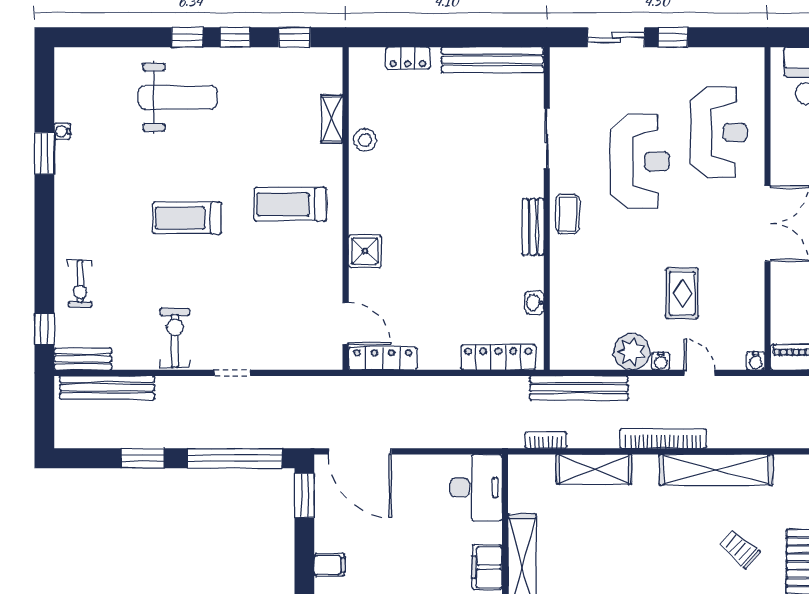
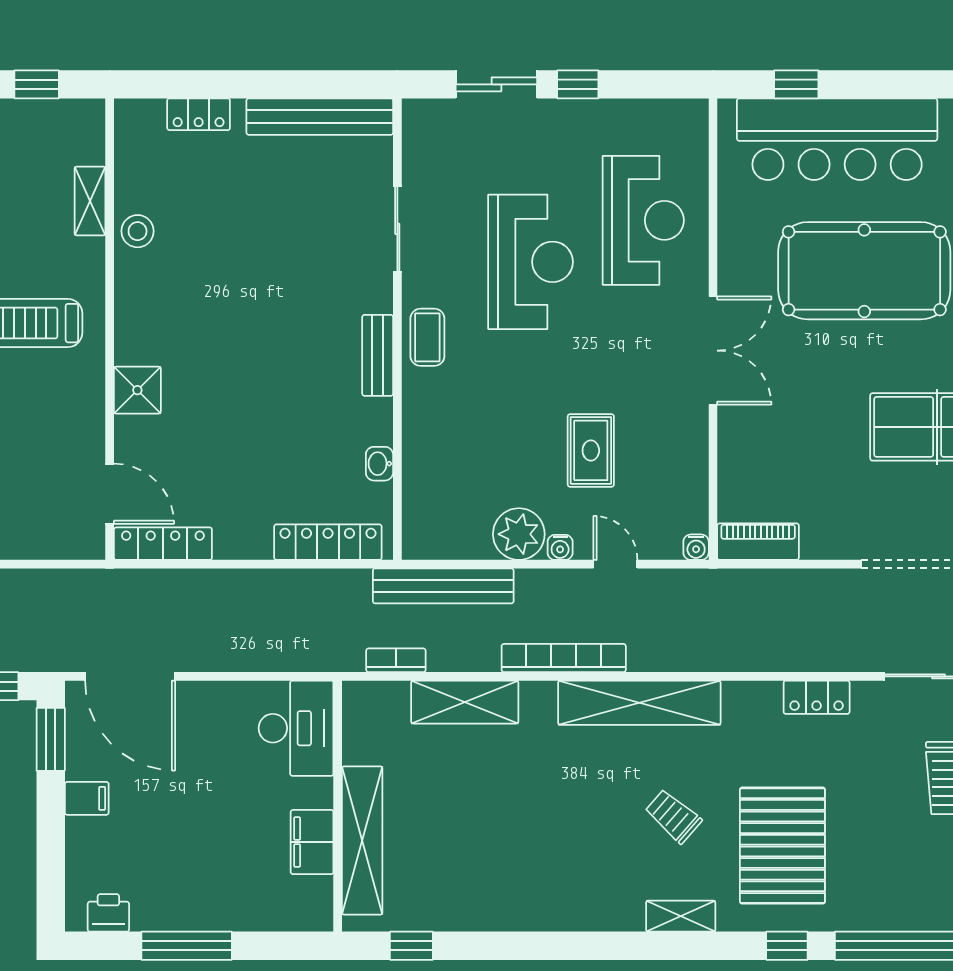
filing cabinet: (330, 565) -> (87, 798), moved

